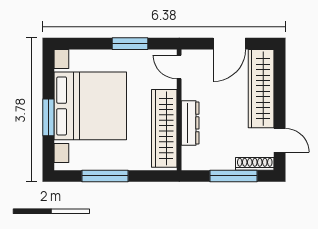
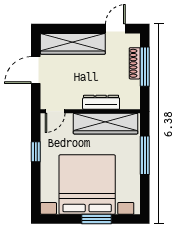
window: (130, 44) -> (36, 152), width x0.67
door: (229, 44) -> (36, 70), swing flipped
shoe rack: (255, 164) -> (135, 63), moved
window: (105, 176) -> (145, 155), moved

